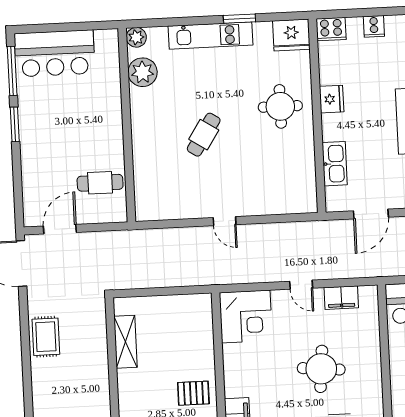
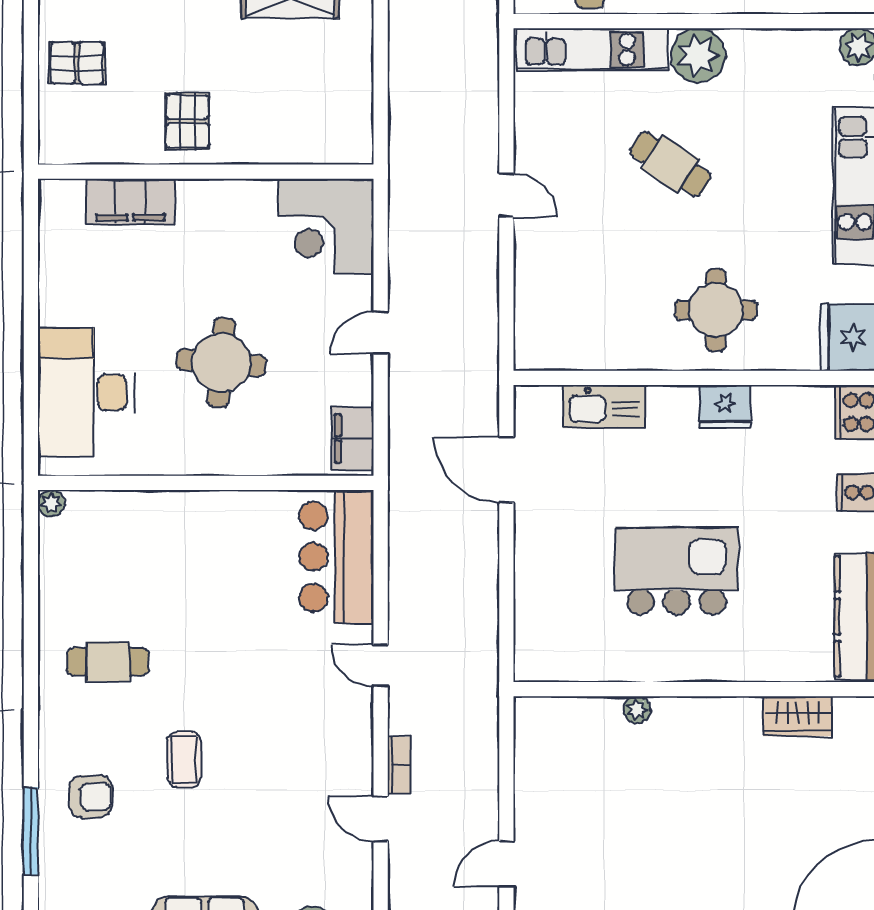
plant: (143, 72) -> (698, 55), moved
kitchen unit: (145, 179) -> (592, 50), added
door: (225, 221) -> (506, 195), swing flipped
filing cabinet: (341, 298) -> (353, 438), moved

